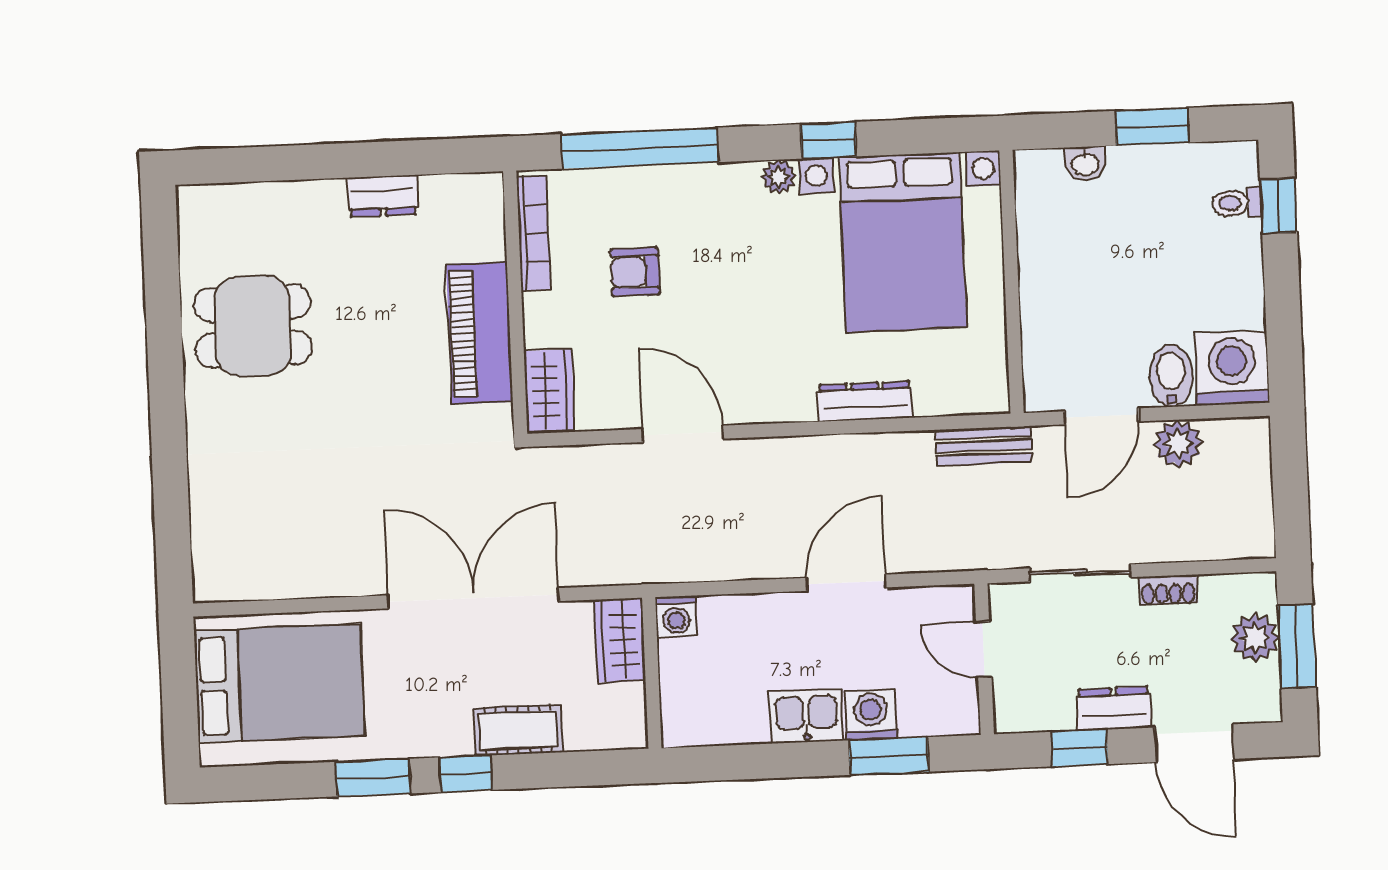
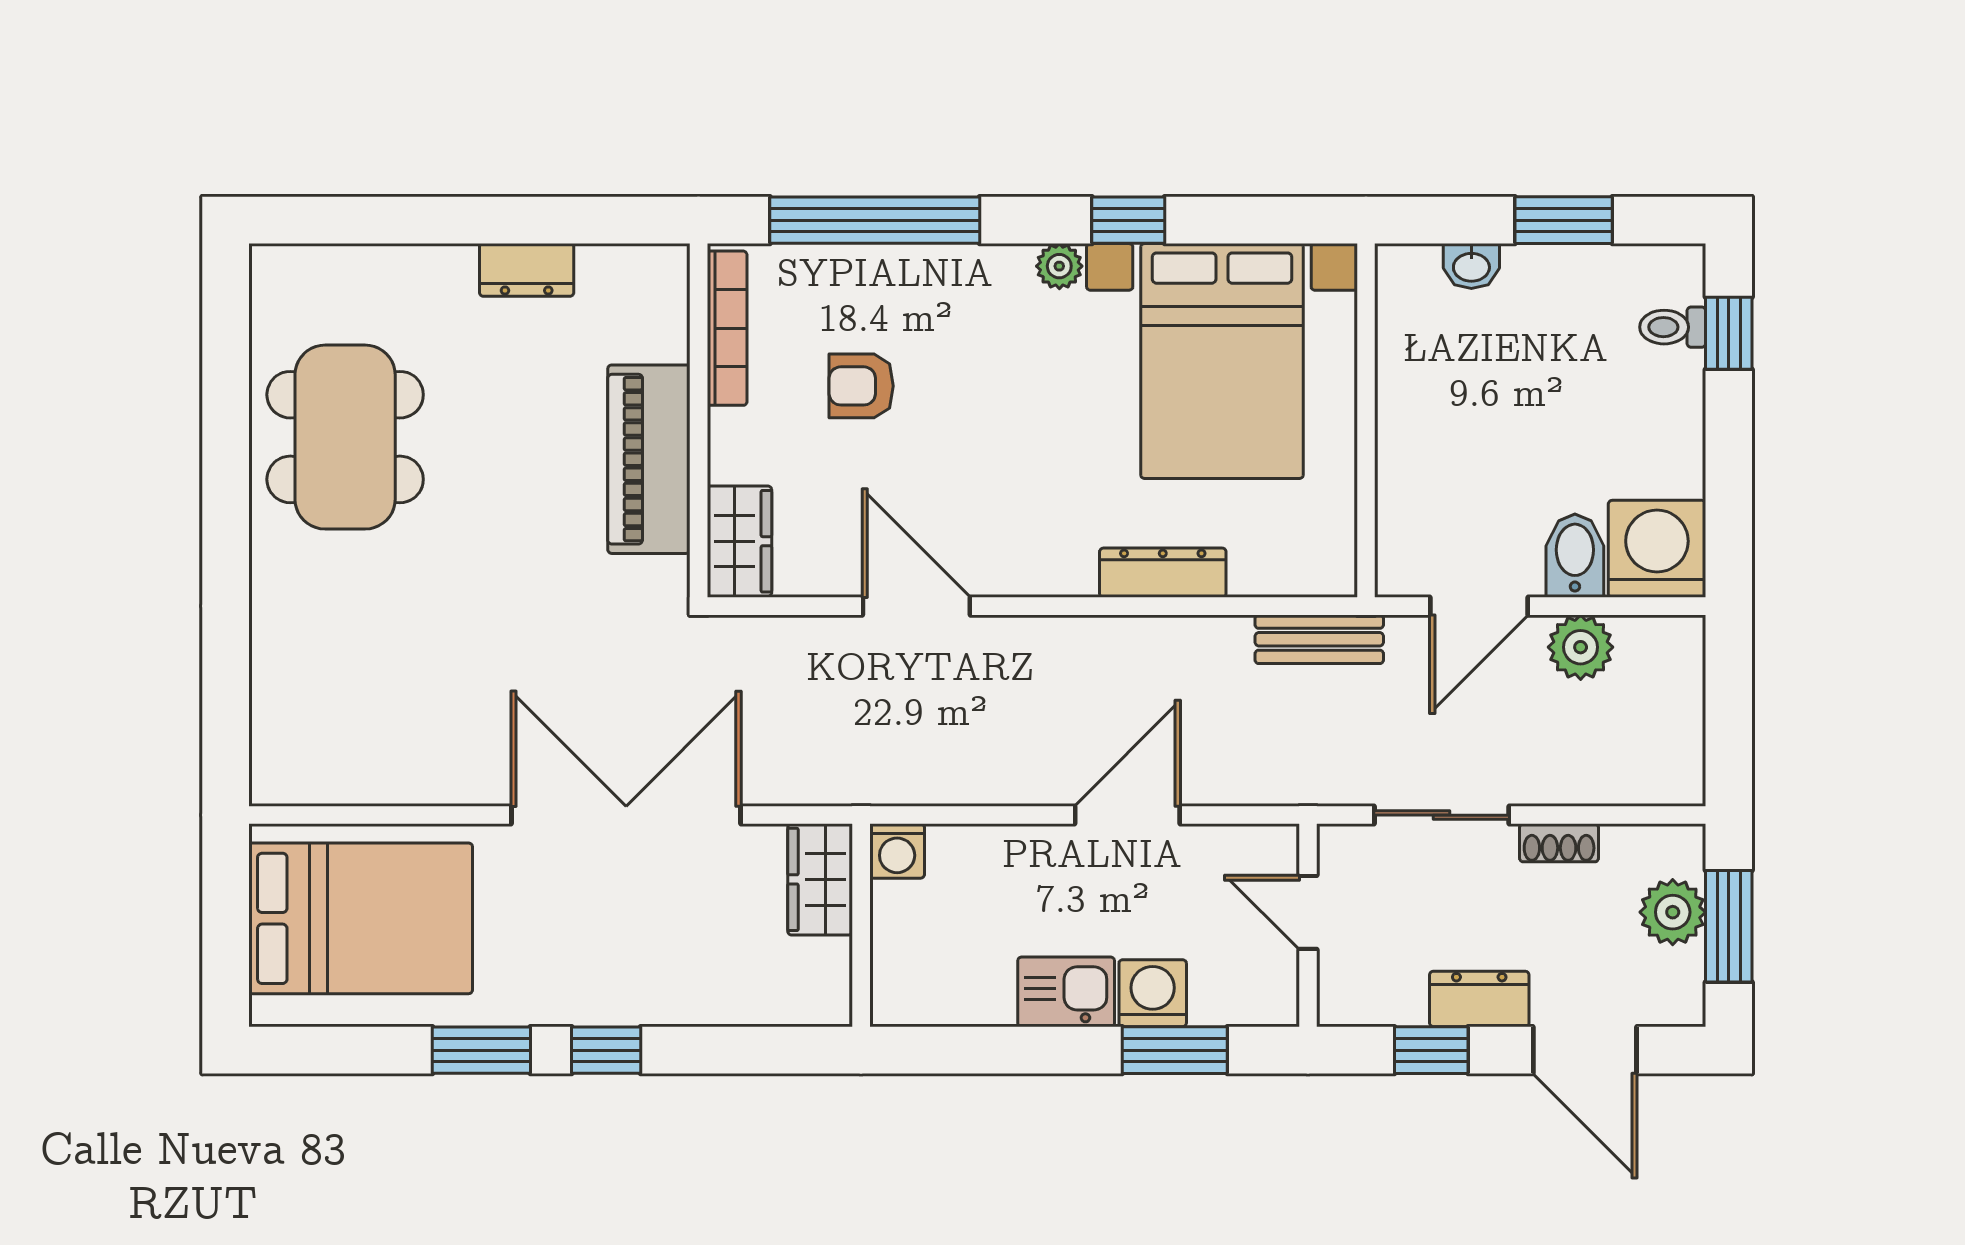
dining table: (253, 326) -> (345, 437), width x1.38
cot: (518, 730) -> (678, 995), removed

